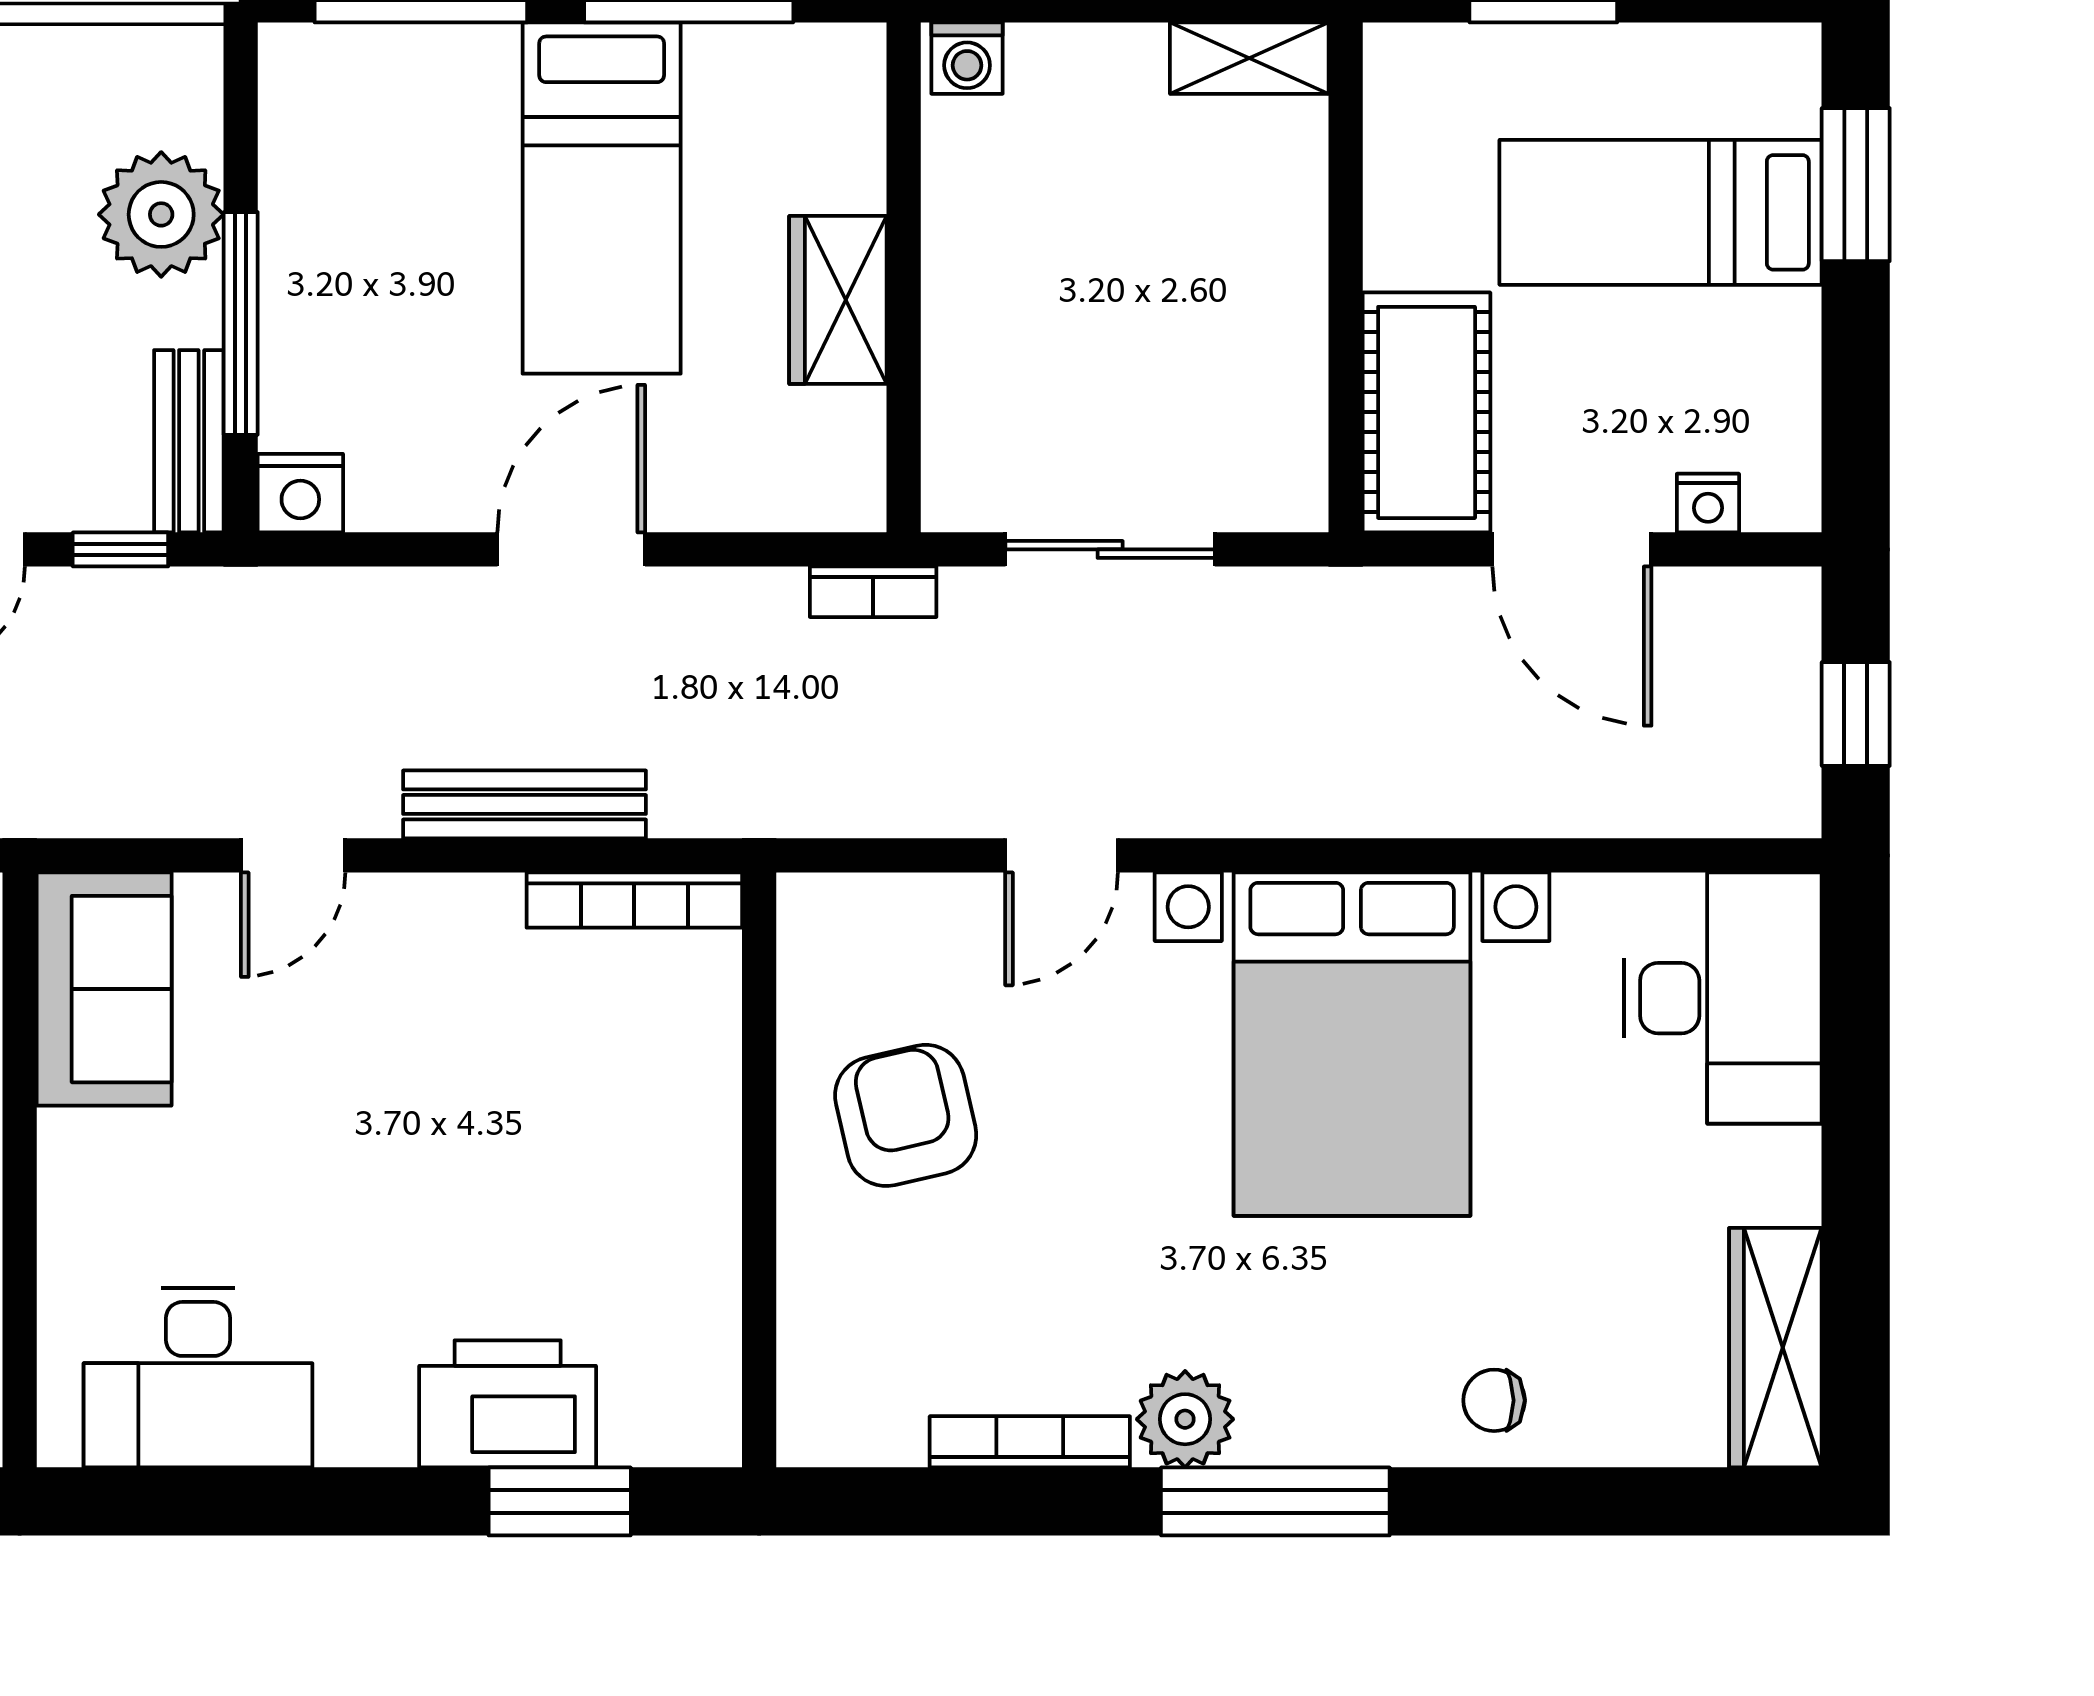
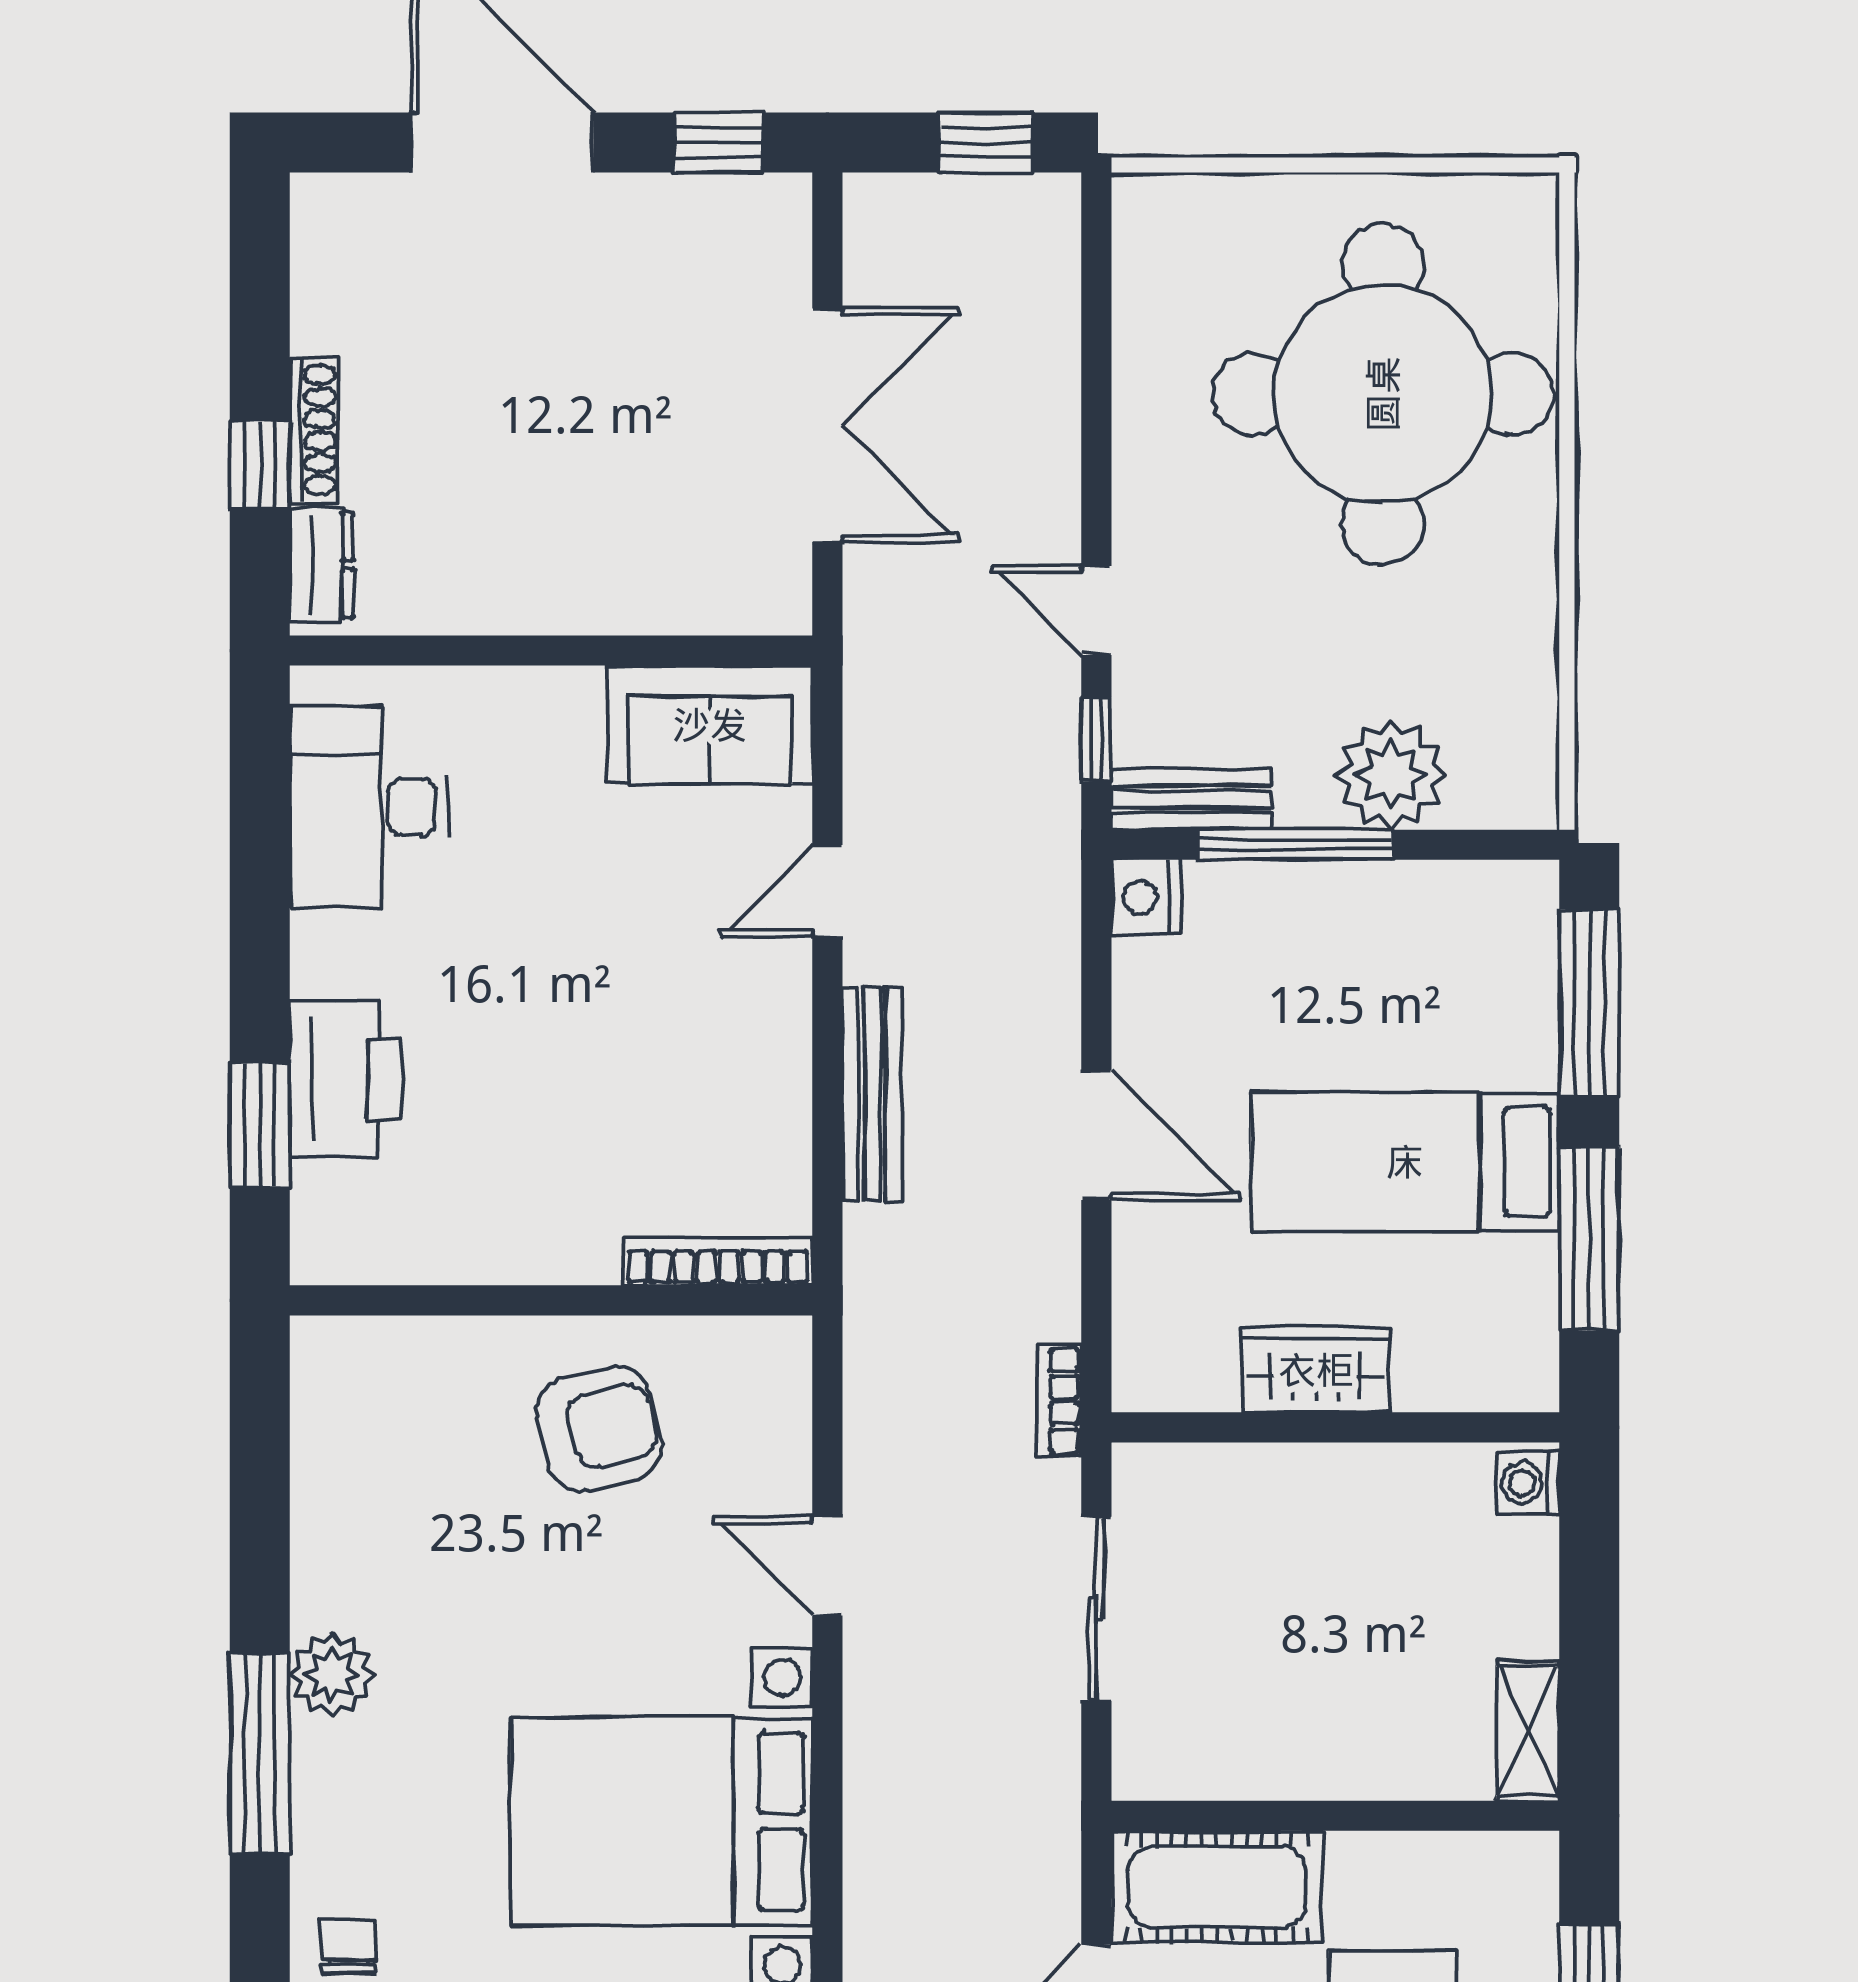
door: (293, 855) -> (827, 891), hinge flipped
bookcase: (634, 900) -> (718, 1261), moved, turned 90
bookcase: (1030, 1442) -> (312, 1538), removed

